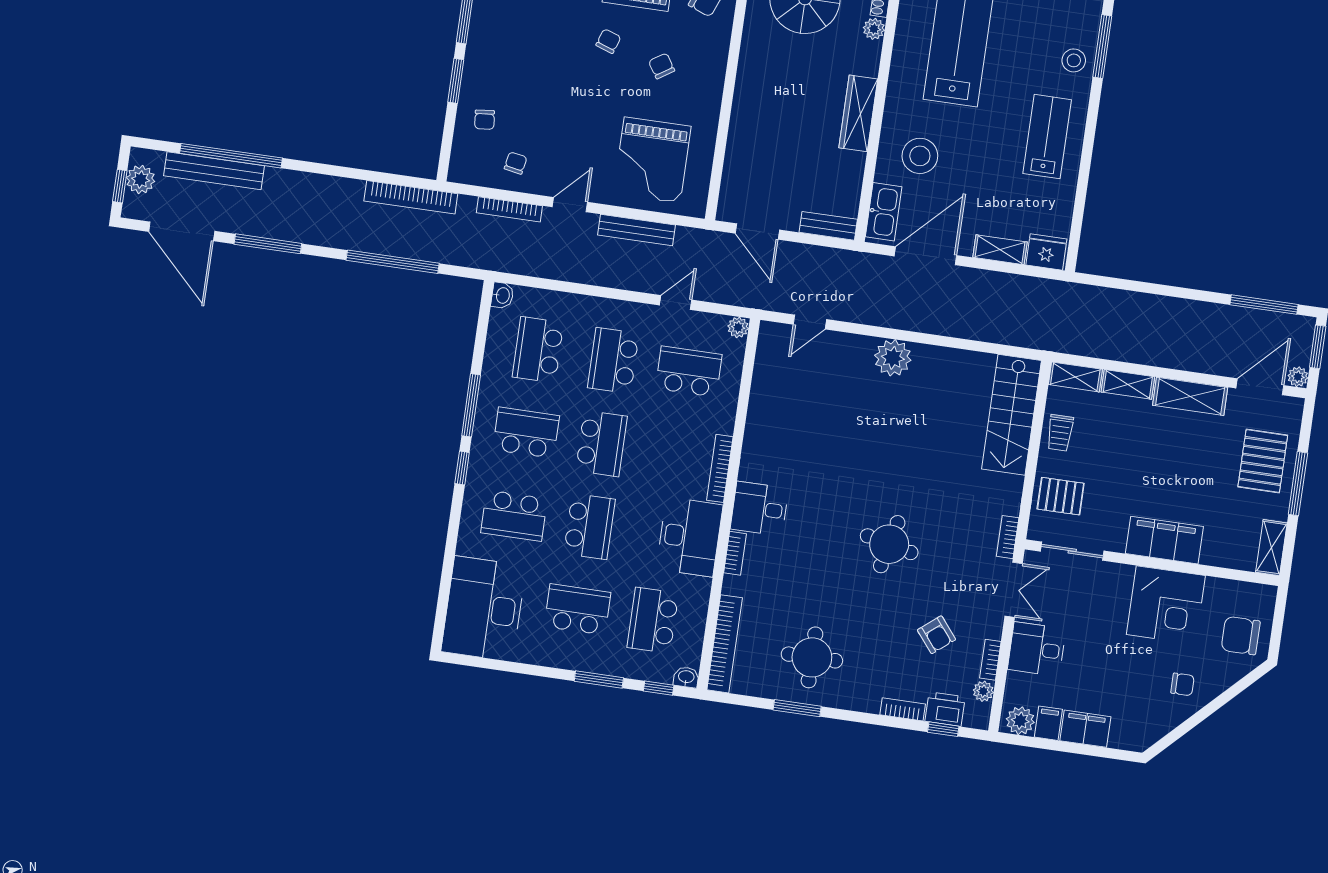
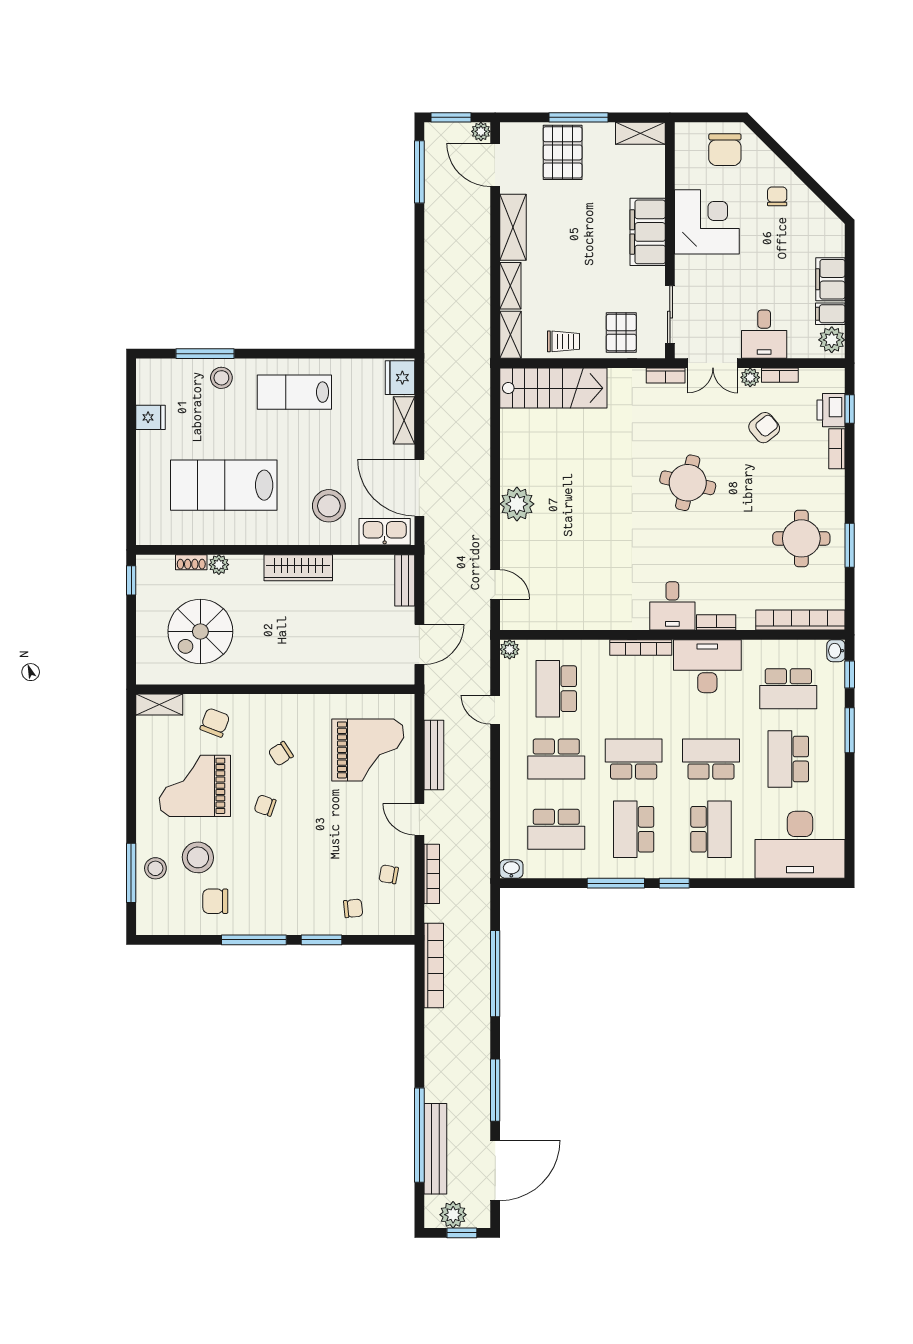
pallet: (1263, 461) -> (563, 152), turned 90
double door: (1014, 590) -> (713, 363), swing flipped
plant: (983, 691) -> (750, 377), moved

